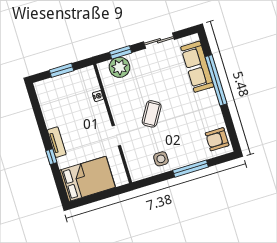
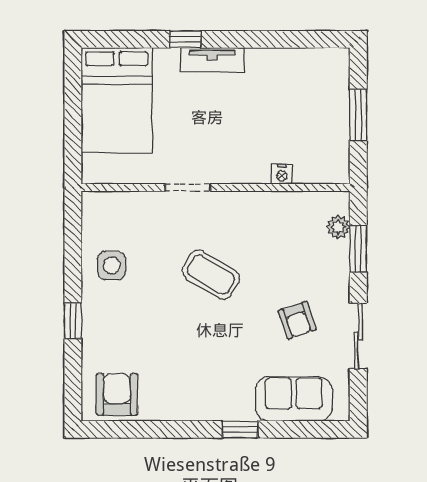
plant: (119, 67) -> (338, 227), width x0.53, depth x0.53
sofa: (197, 67) -> (294, 399), width x0.73
armchair: (160, 70) -> (297, 320), added
window: (216, 80) -> (240, 429), width x0.32
window: (191, 169) -> (73, 321), width x0.46

